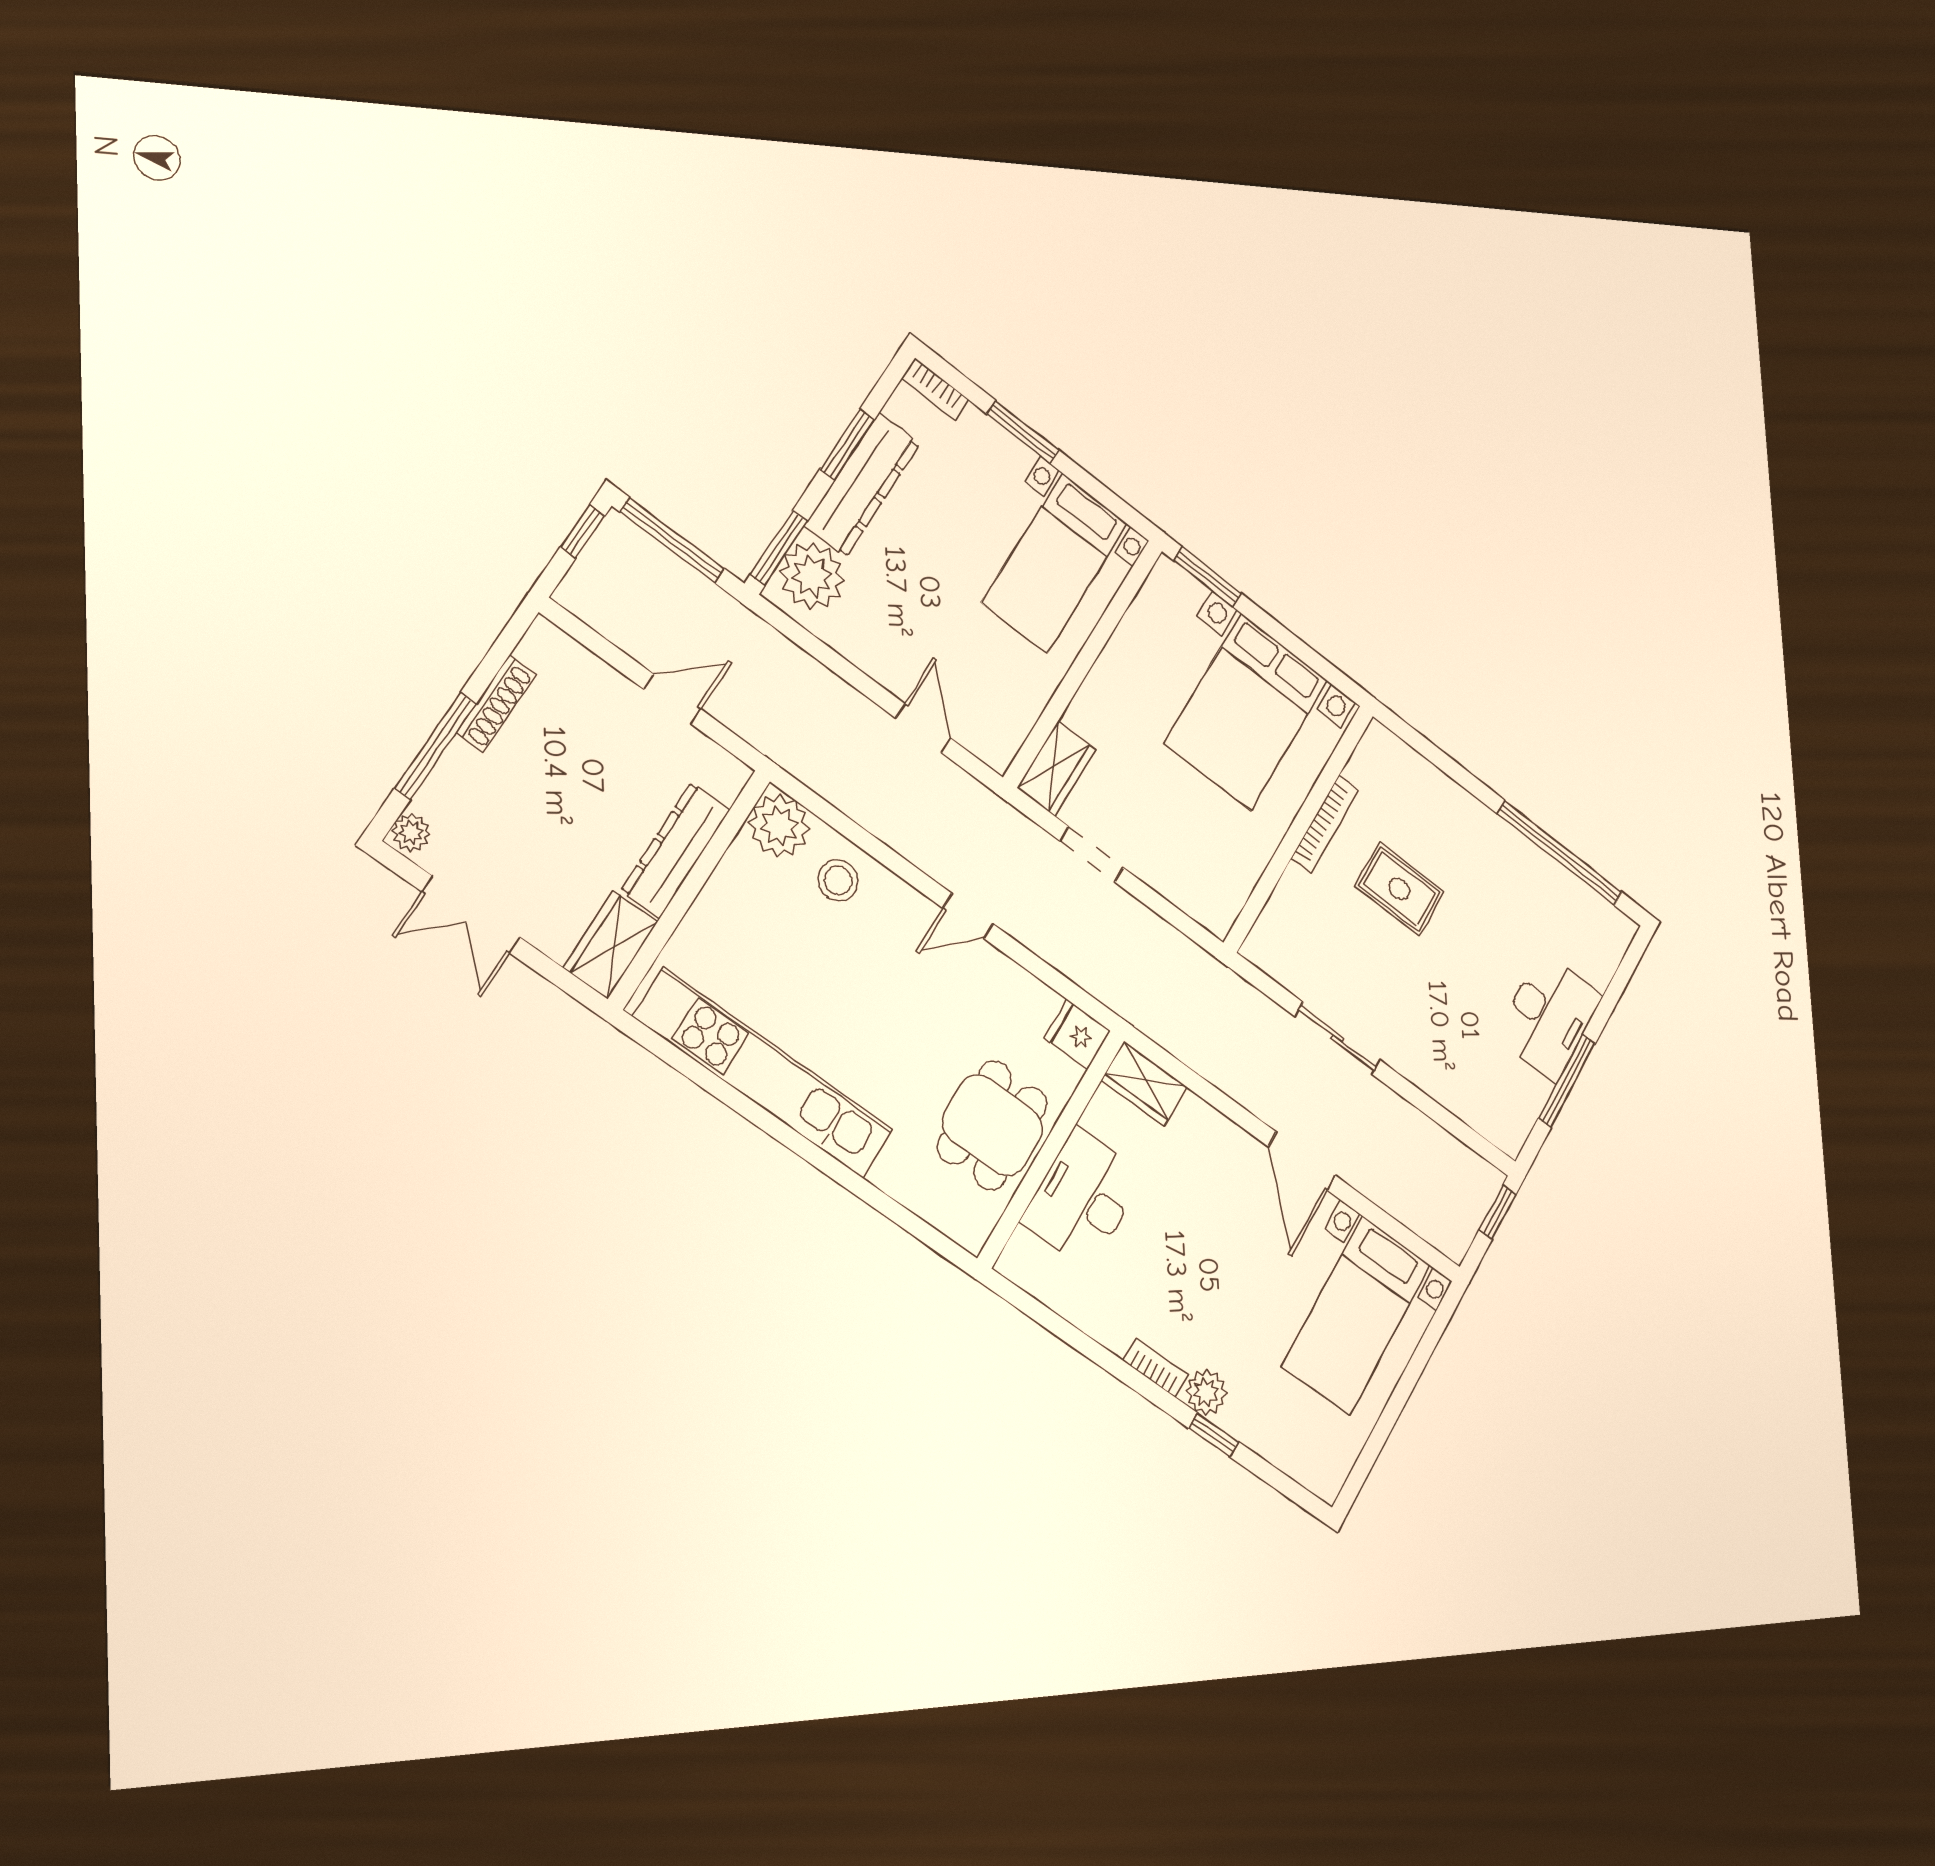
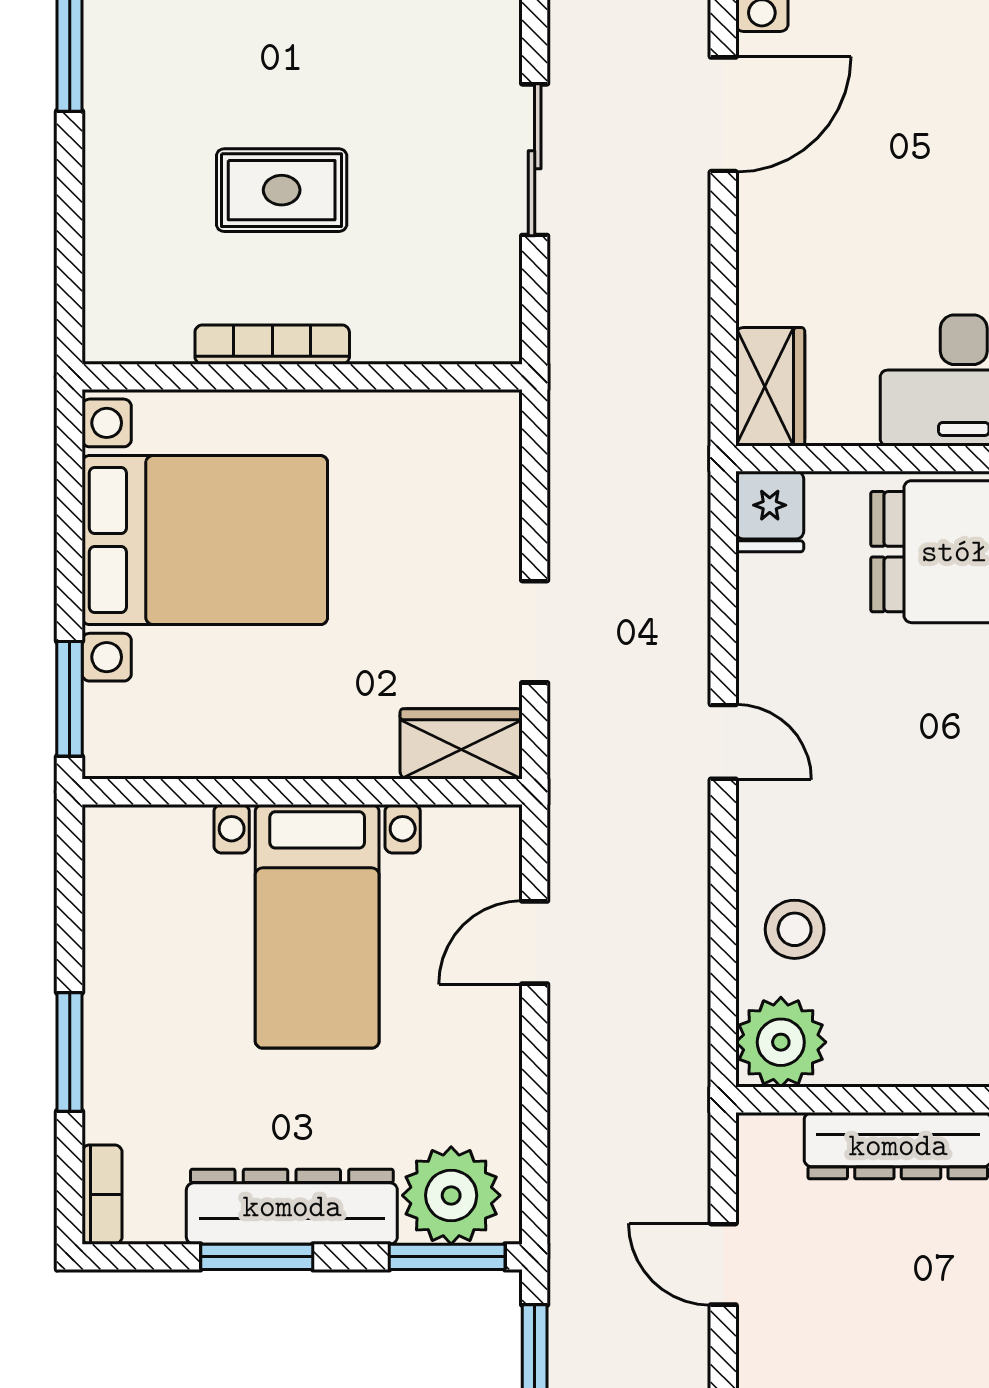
bed with nightstands: (1055, 563) -> (317, 926), moved, turned 90
rug: (1399, 889) -> (282, 190), turned 90

